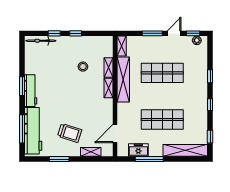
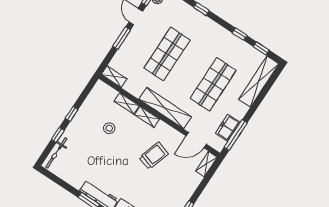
shelving: (123, 80) -> (165, 108), moved
window: (210, 105) -> (240, 34), moved
trolley: (70, 133) -> (154, 156), moved
door: (115, 133) -> (196, 140), hinge flipped
shelving: (91, 152) -> (206, 164), moved
window: (149, 159) -> (236, 135), moved

